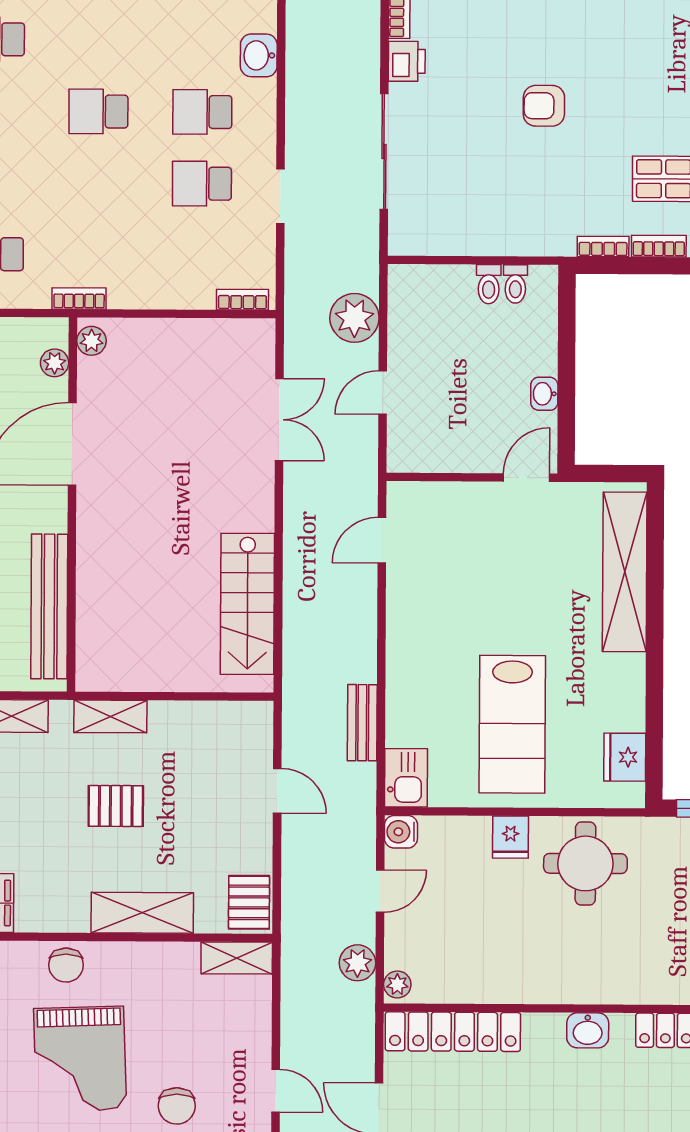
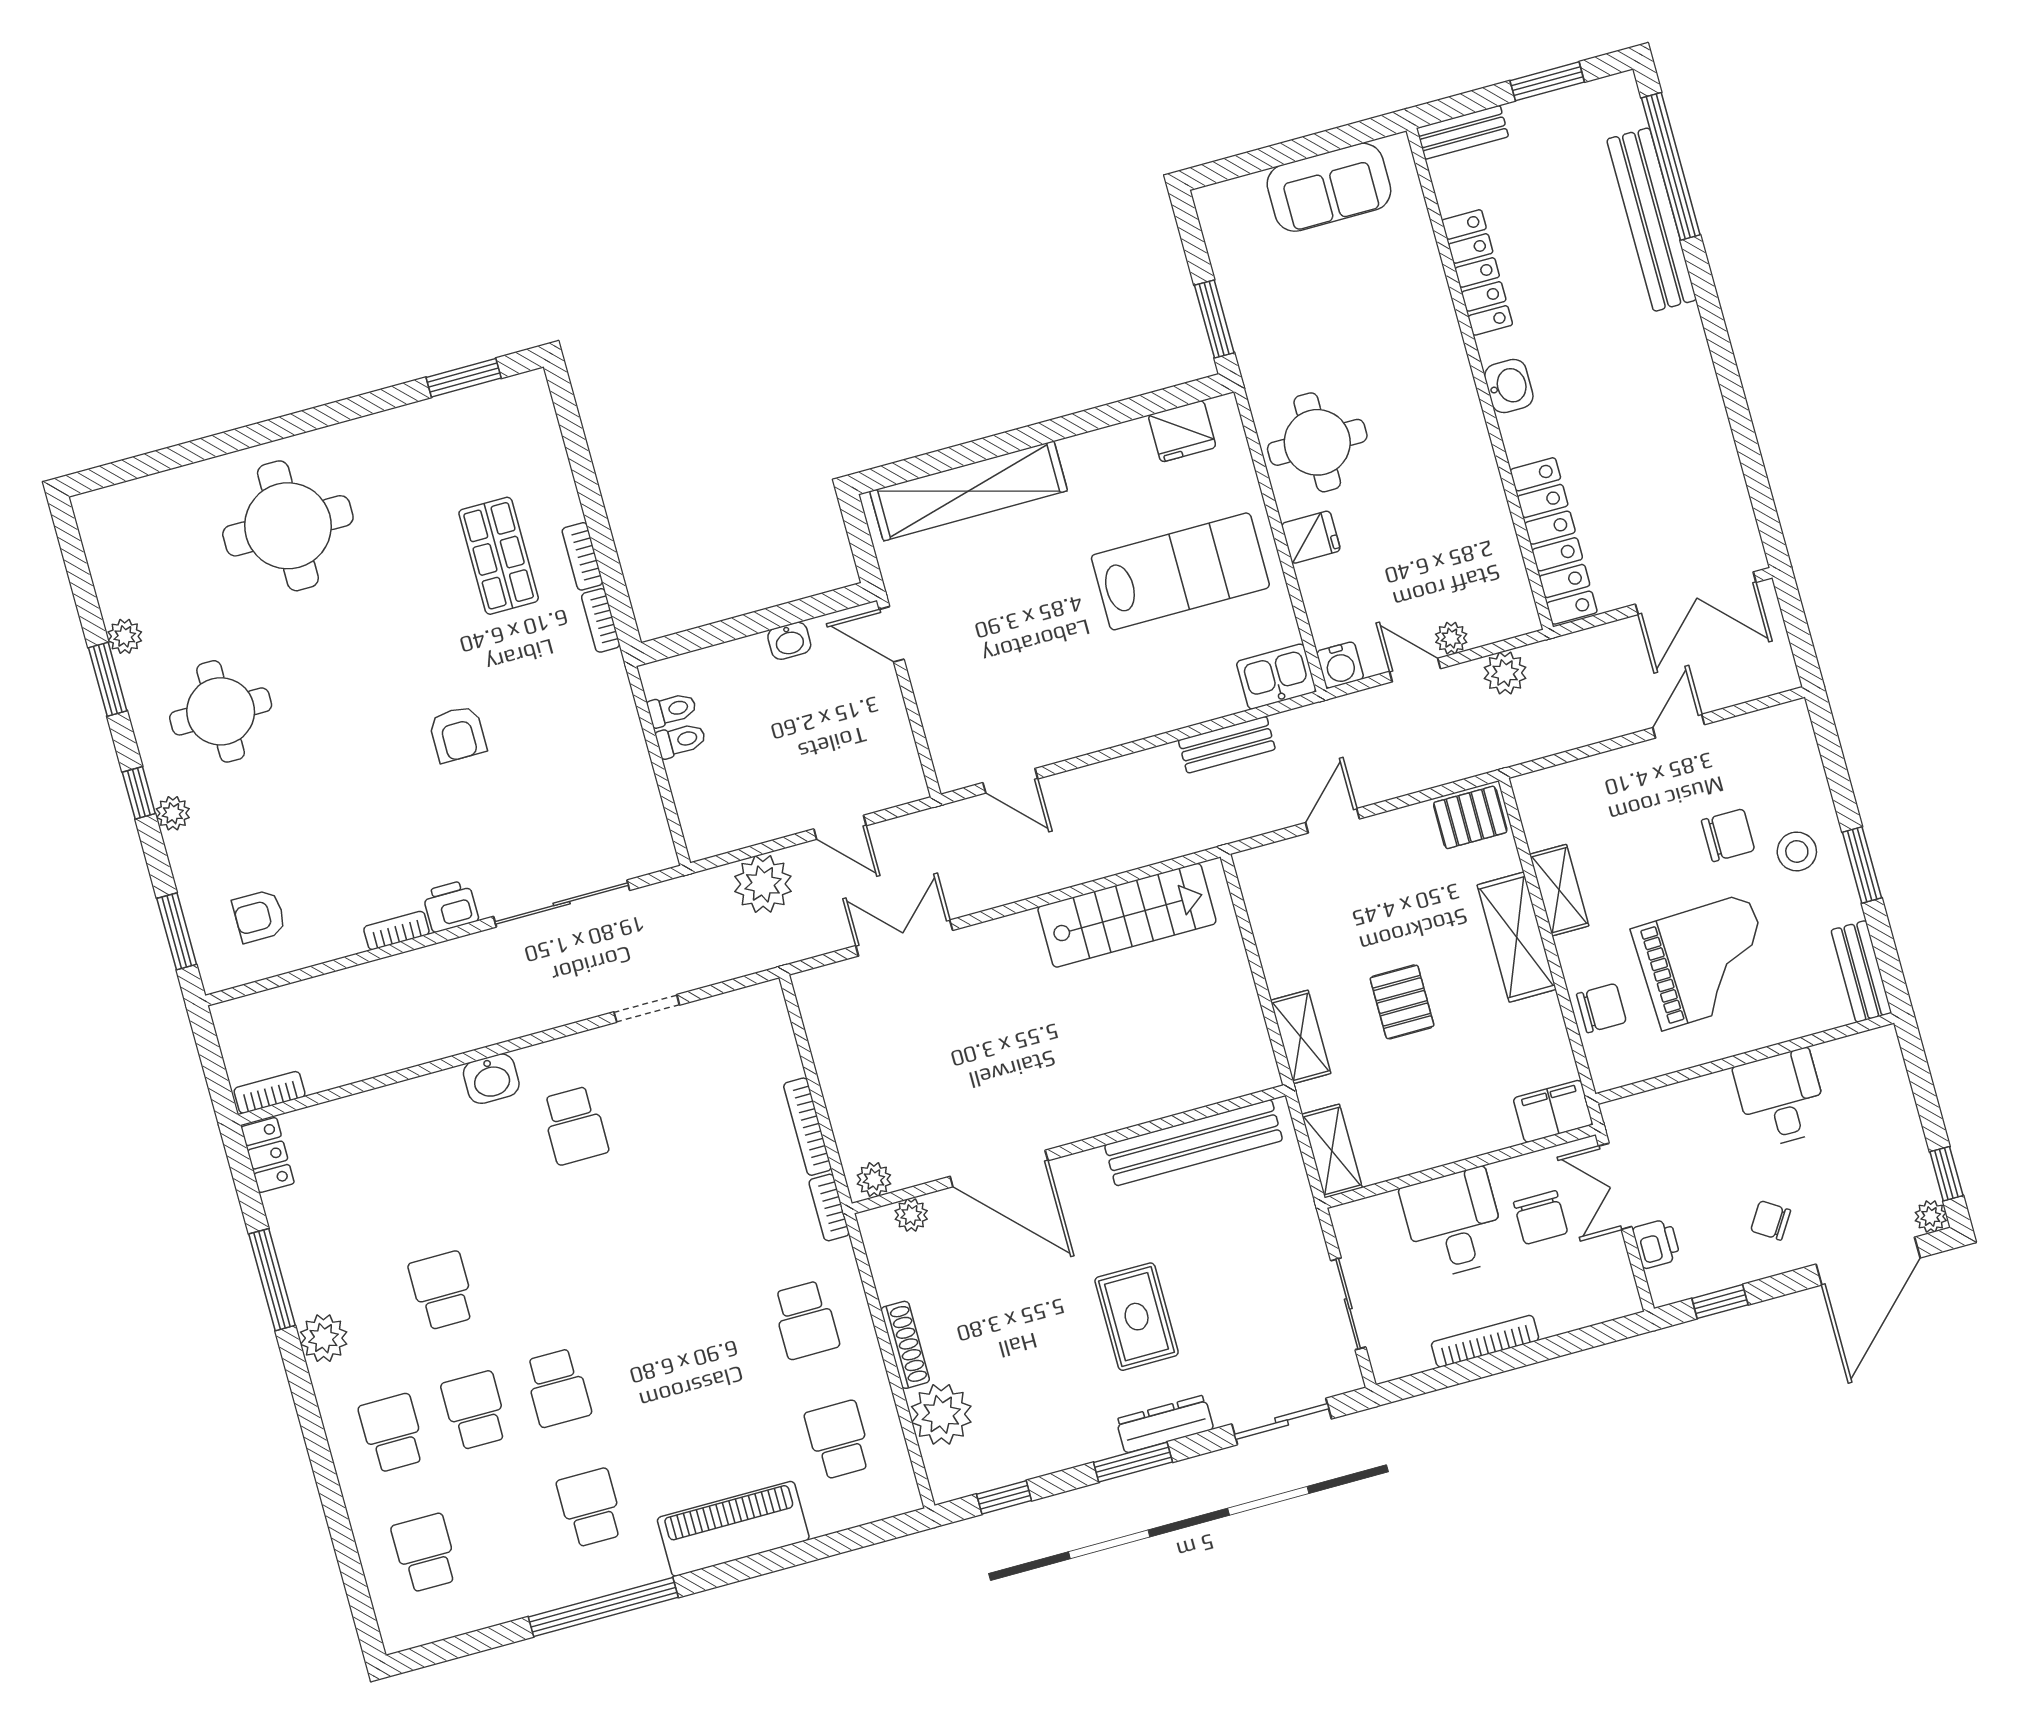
school desk: (98, 111) -> (607, 1245), removed
school desk: (202, 184) -> (657, 1103), removed
bookcase: (242, 300) -> (807, 1127), moved, width x1.56
shelving: (237, 958) -> (1559, 890), moved
plant: (397, 984) -> (1451, 638), moved

